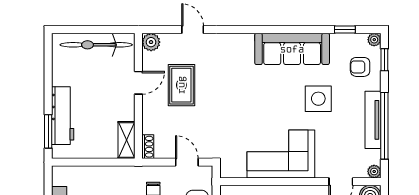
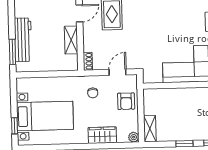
shelving: (126, 140) -> (71, 40), moved
door: (187, 162) -> (118, 72), hinge flipped

